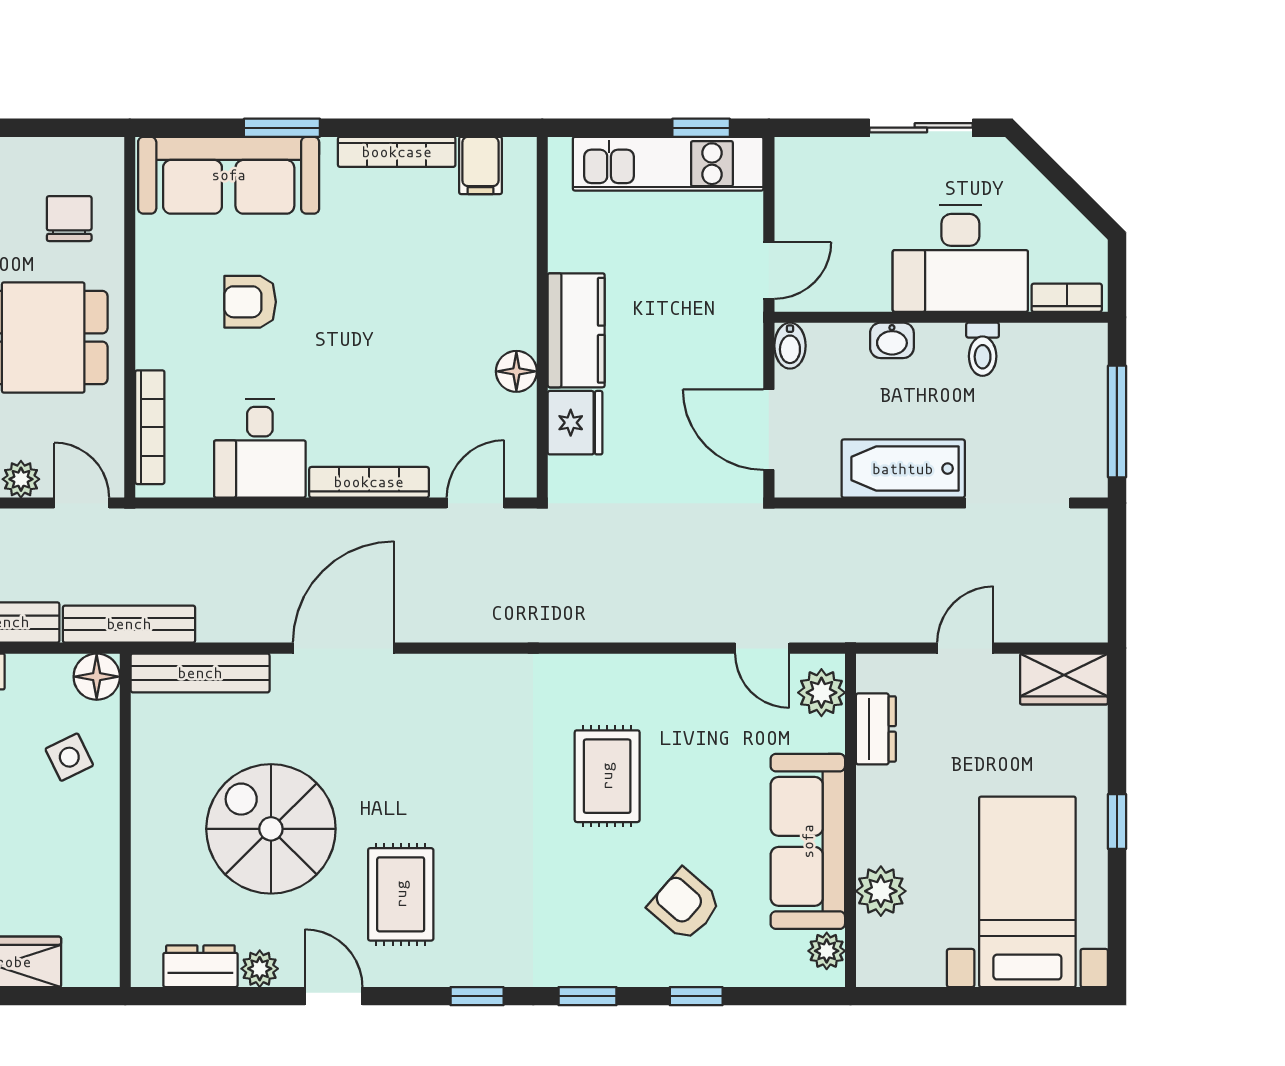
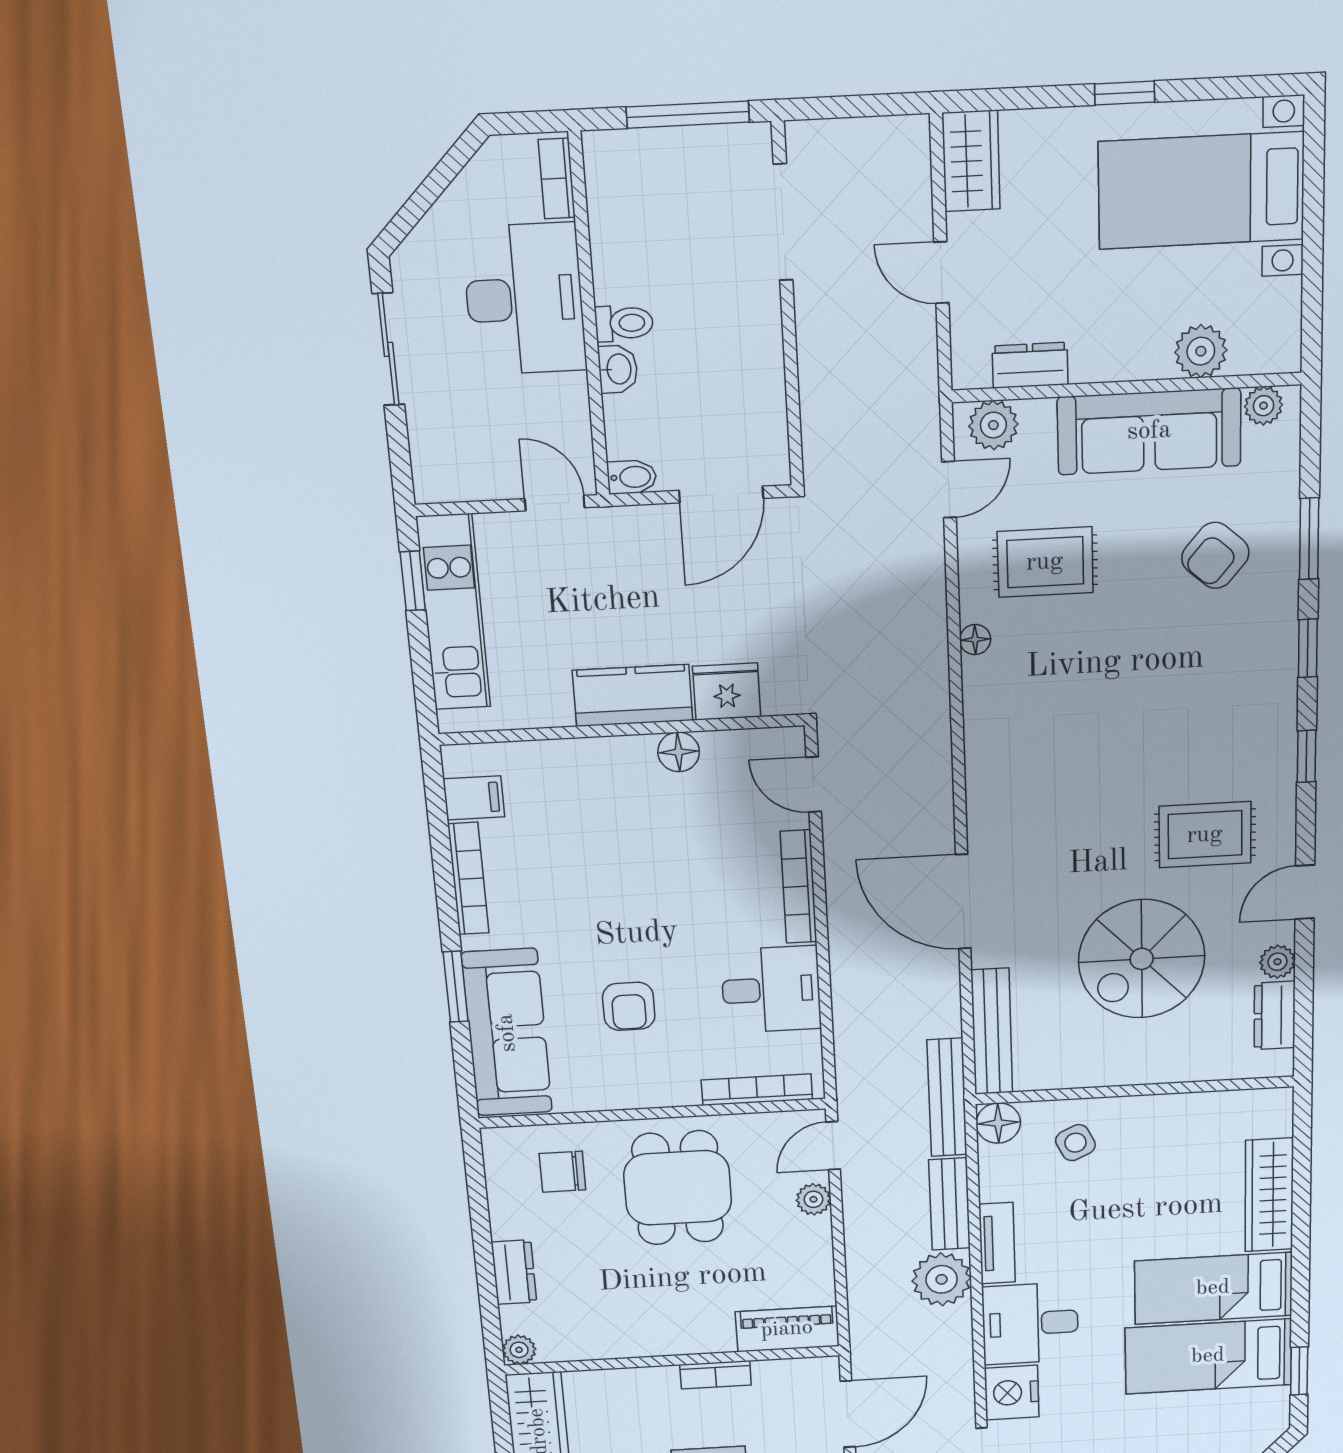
toilet: (983, 349) -> (624, 323), moved
bathtub: (903, 469) -> (753, 350), removed
floor lamp: (614, 669) -> (975, 640), added
rug: (607, 776) -> (1045, 562), moved
window: (696, 996) -> (1309, 539), width x1.50

